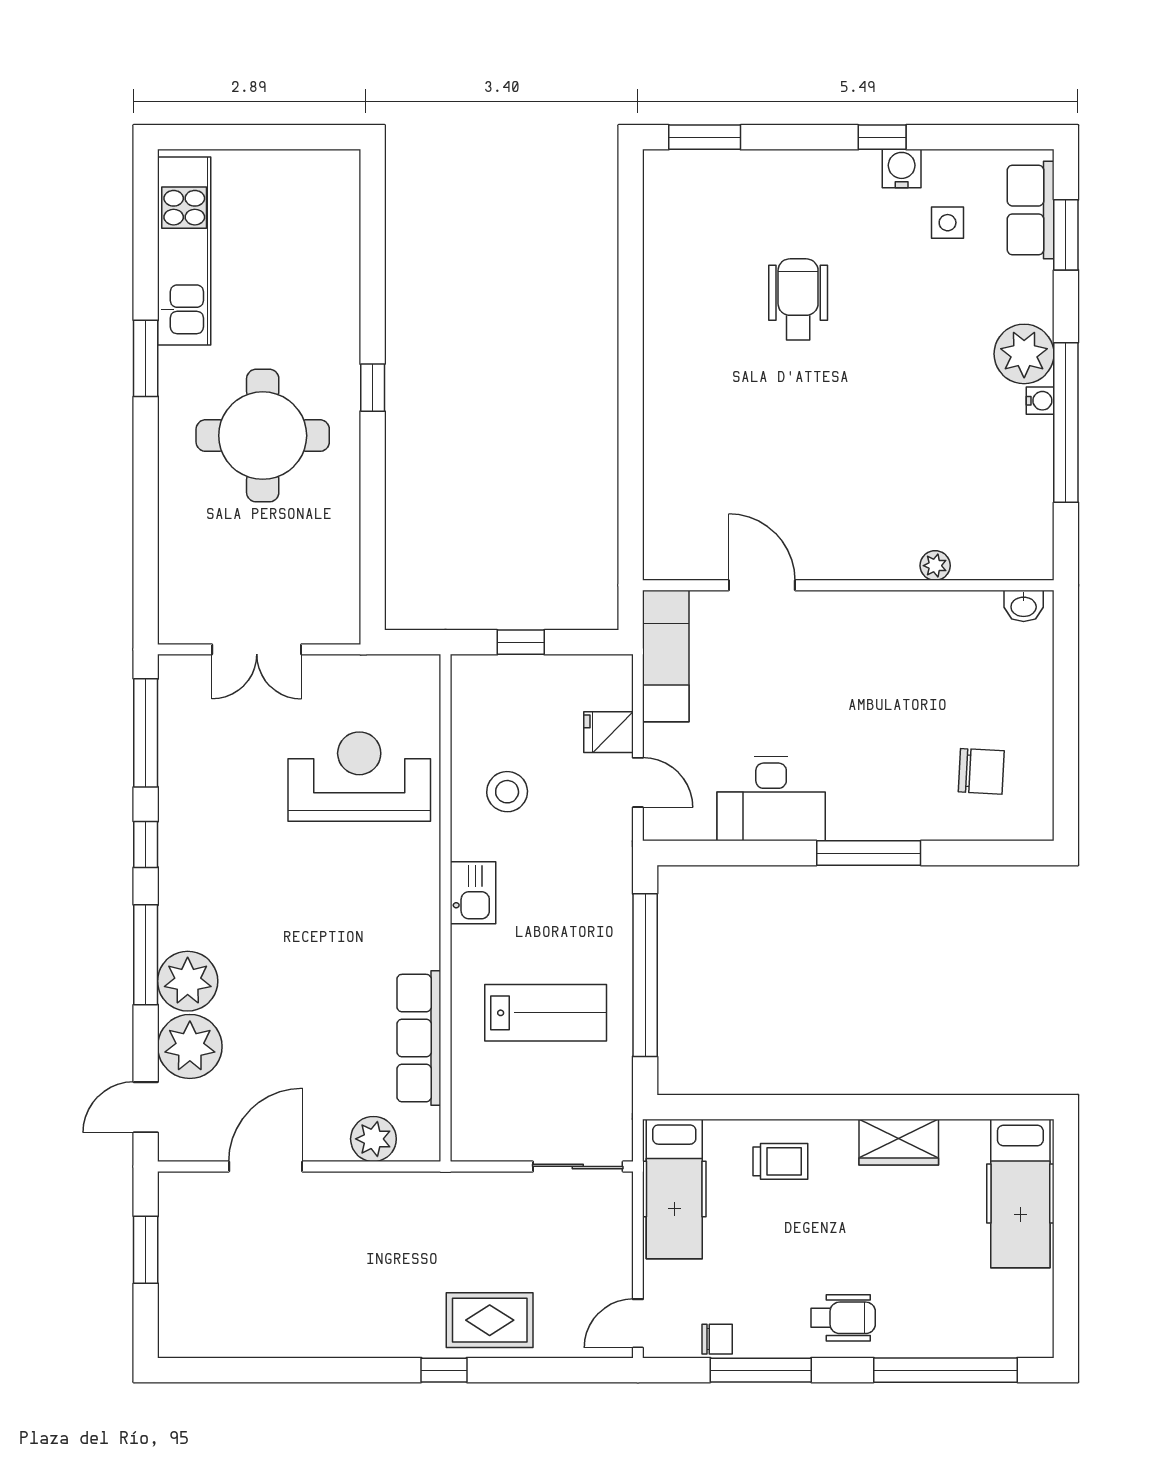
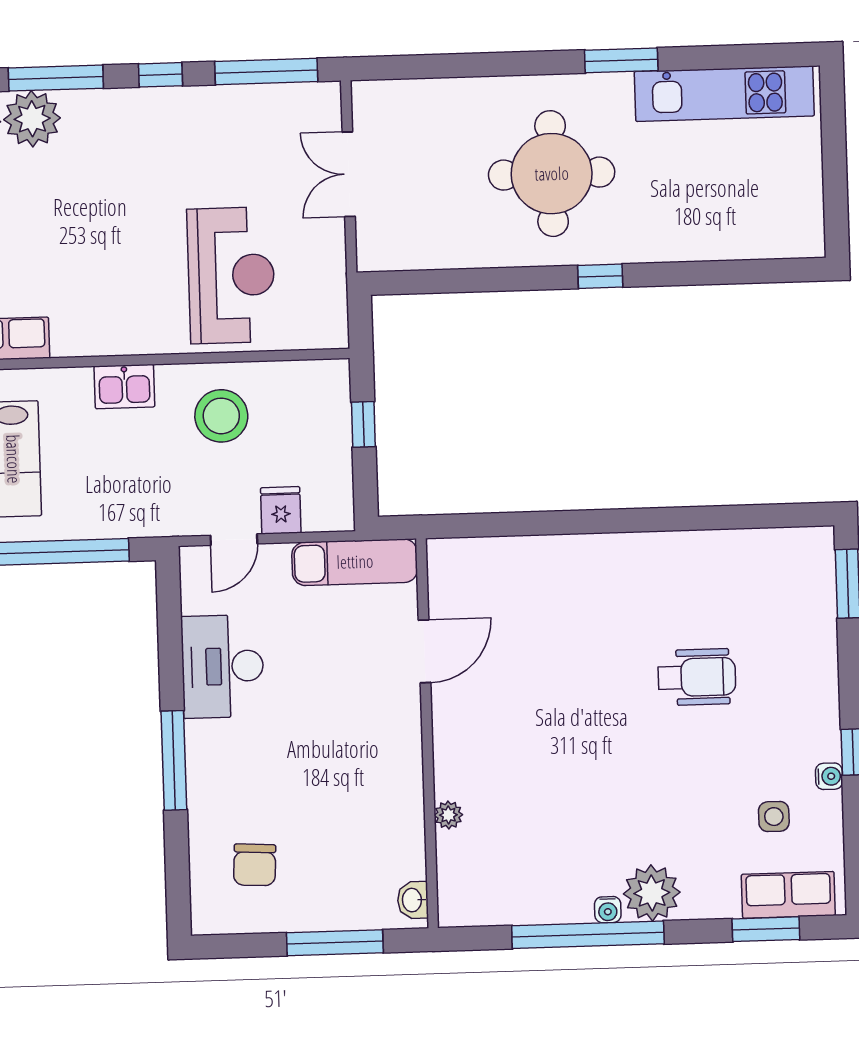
water cooler: (902, 169) -> (829, 776), width x0.72, depth x0.72
window: (1066, 689) -> (335, 943), added
stool: (507, 792) -> (221, 416), width x1.38, depth x1.38

